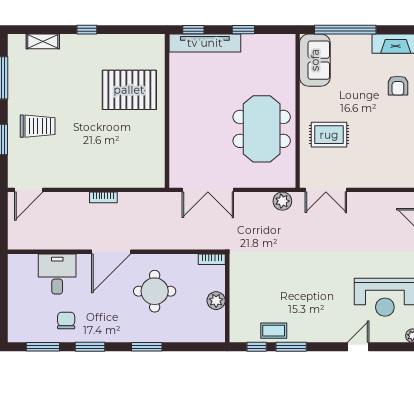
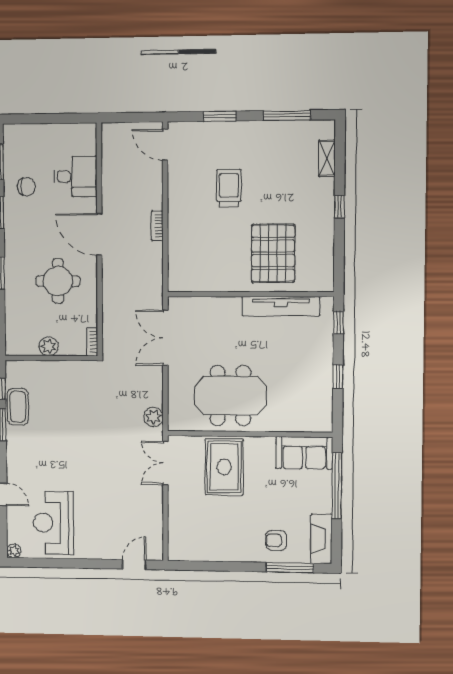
tv unit: (205, 43) -> (281, 306), moved, turned -90
trolley: (38, 126) -> (229, 188), moved, turned 180
rug: (329, 135) -> (224, 467), width x1.36, depth x1.43
coffee table: (274, 331) -> (18, 407), width x1.36, depth x1.30

